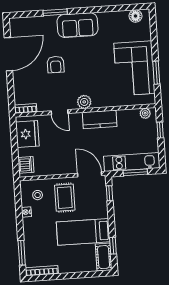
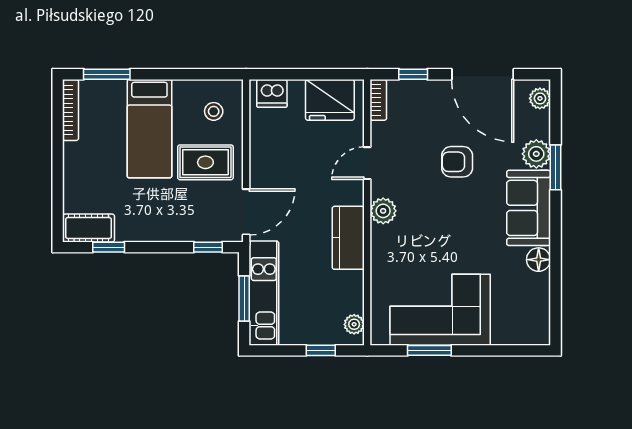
floor lamp: (135, 16) -> (539, 260), moved
plant: (19, 23) -> (540, 98), added
plant: (49, 23) -> (536, 154), added
window: (11, 91) -> (413, 74), added
nightstand: (26, 212) -> (183, 88), removed
bed: (83, 232) -> (149, 129), moved, turned 180

